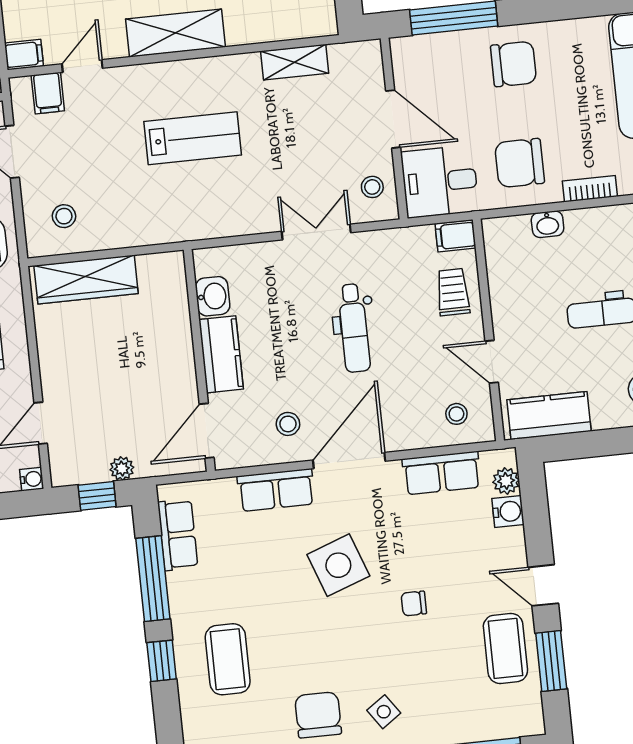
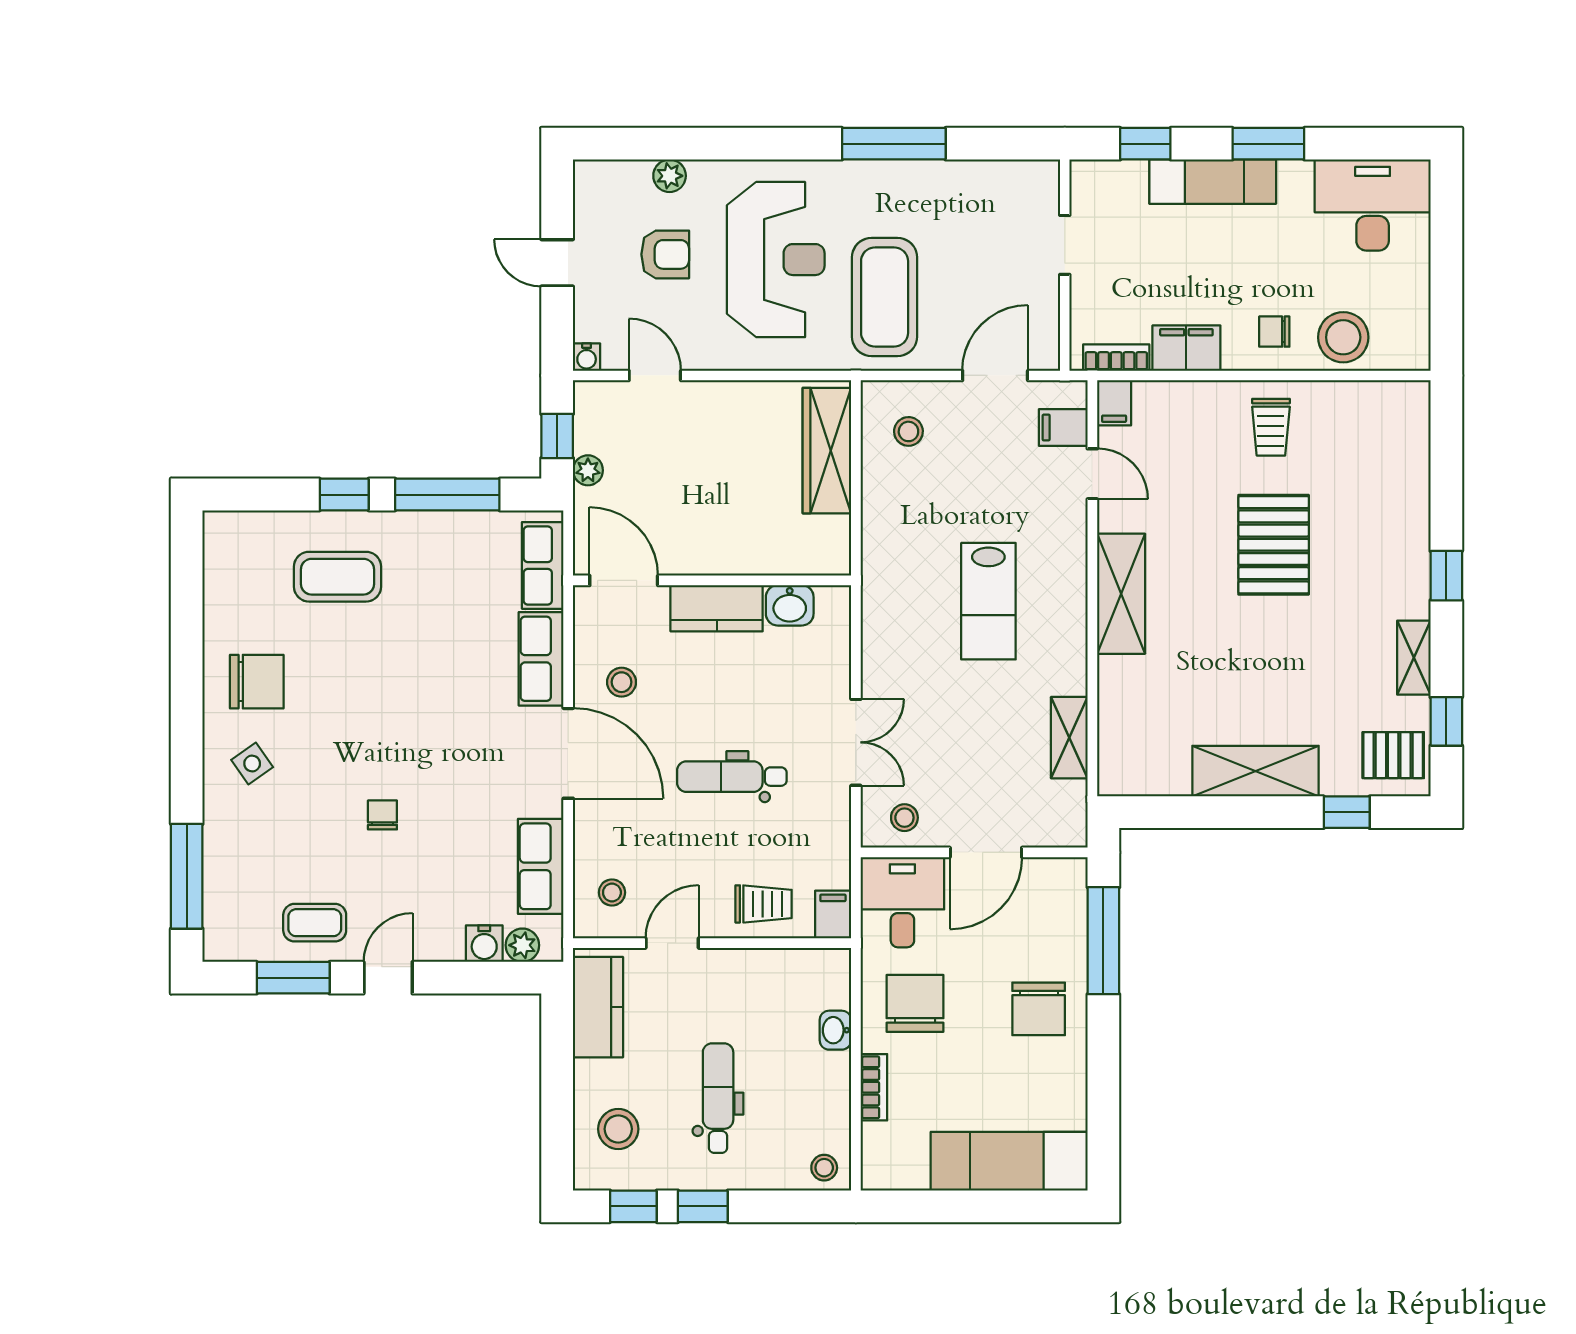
row of seats: (178, 535) -> (543, 565), moved, turned 90
side table: (338, 565) -> (440, 726), removed
coffee table: (505, 648) -> (315, 923), width x0.73, depth x0.77

